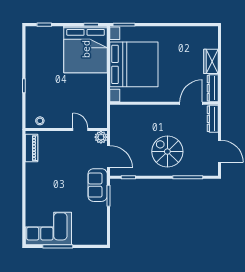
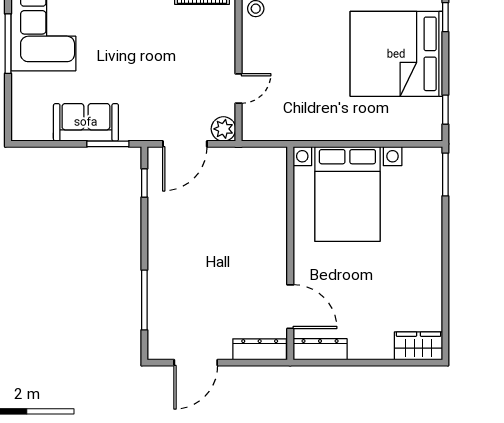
bed: (86, 49) -> (396, 54), moved
wardrobe: (211, 61) -> (419, 346), moved
bed with nightstands: (134, 64) -> (347, 194), width x0.73
spiral stairs: (167, 152) -> (195, 260), removed
sofa: (98, 185) -> (86, 122), moved

